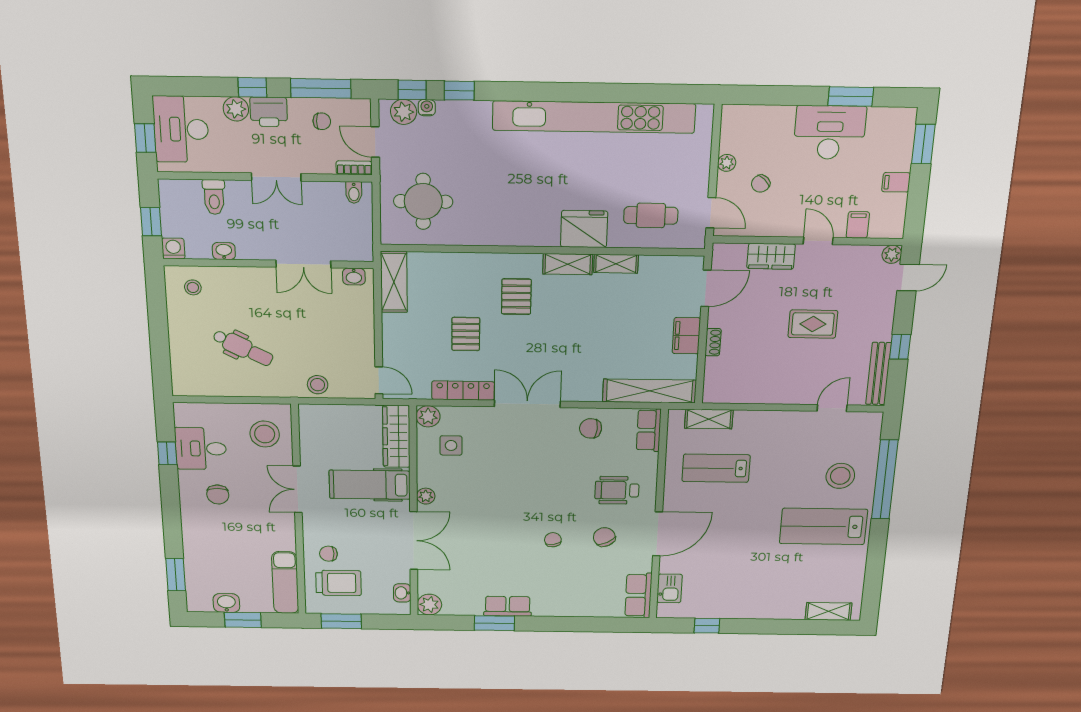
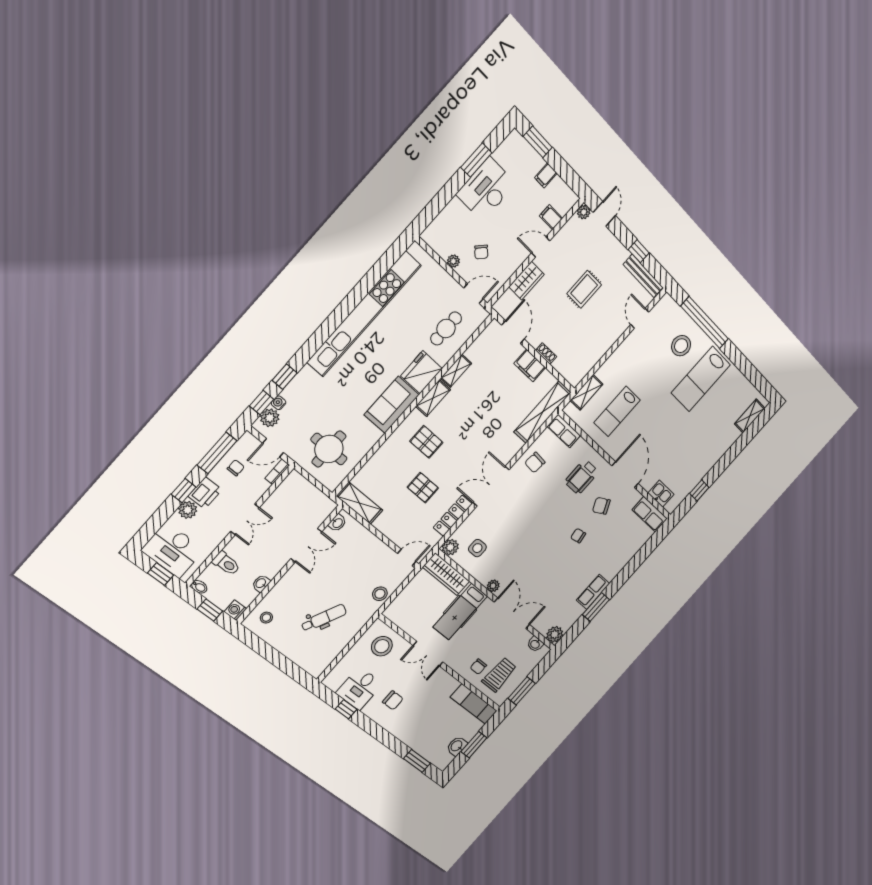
bidet: (354, 192) -> (199, 587), moved
sofa: (524, 227) -> (392, 405), added

